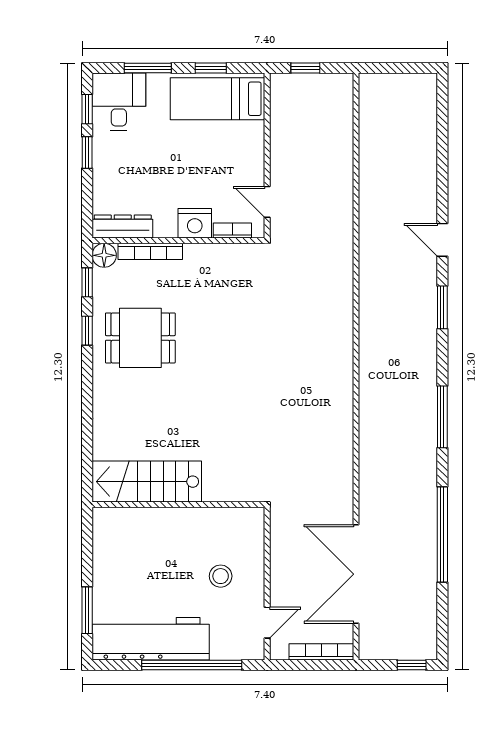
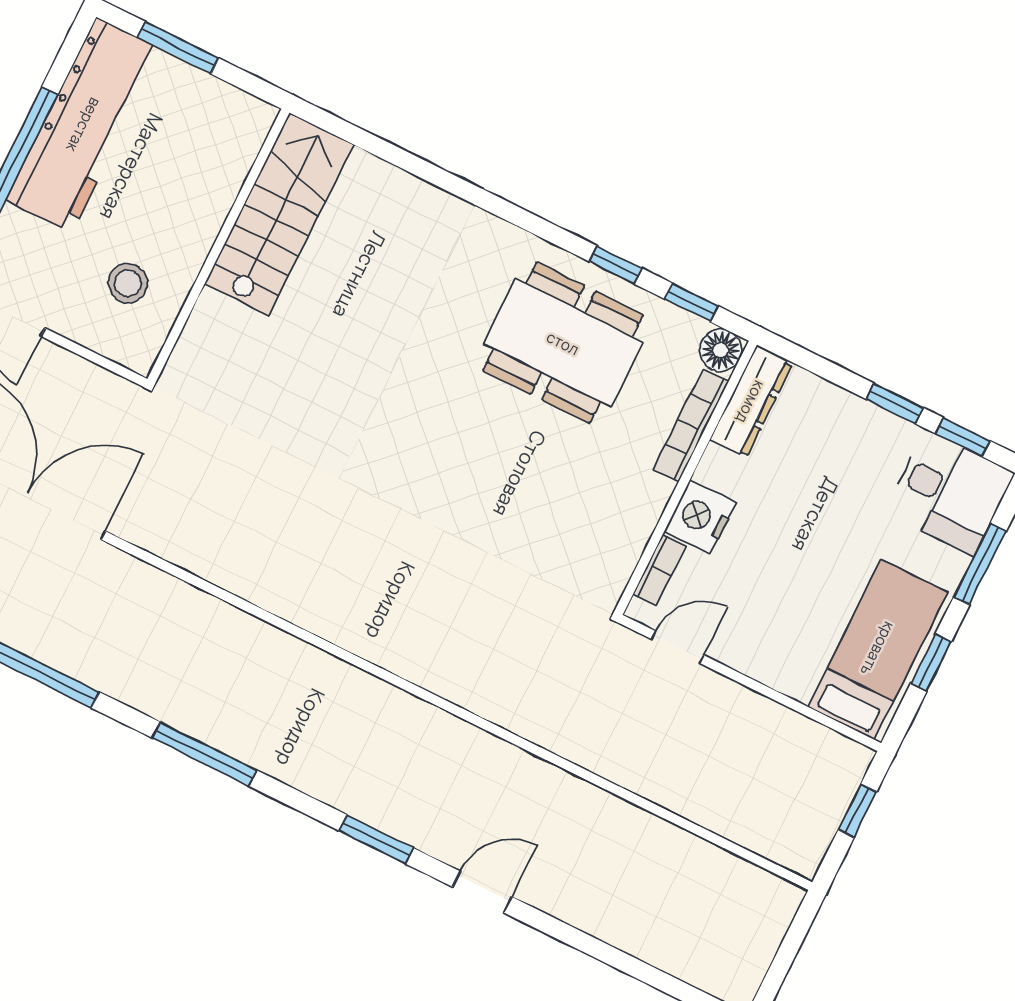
dining table: (140, 338) -> (563, 343), width x1.38
stairs: (147, 482) -> (279, 214), moved
wall: (178, 505) -> (218, 246), moved

